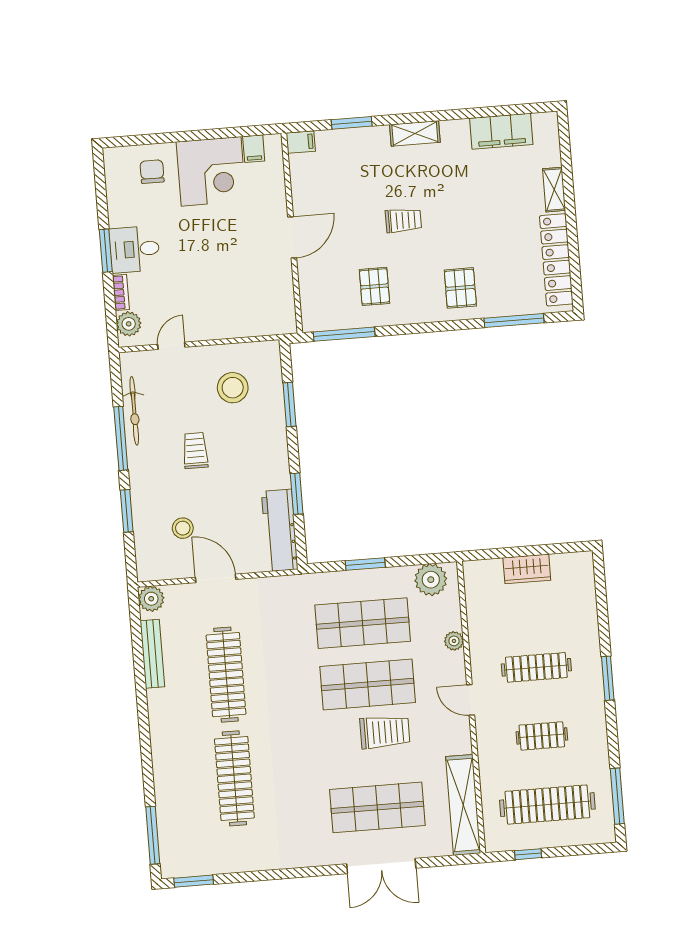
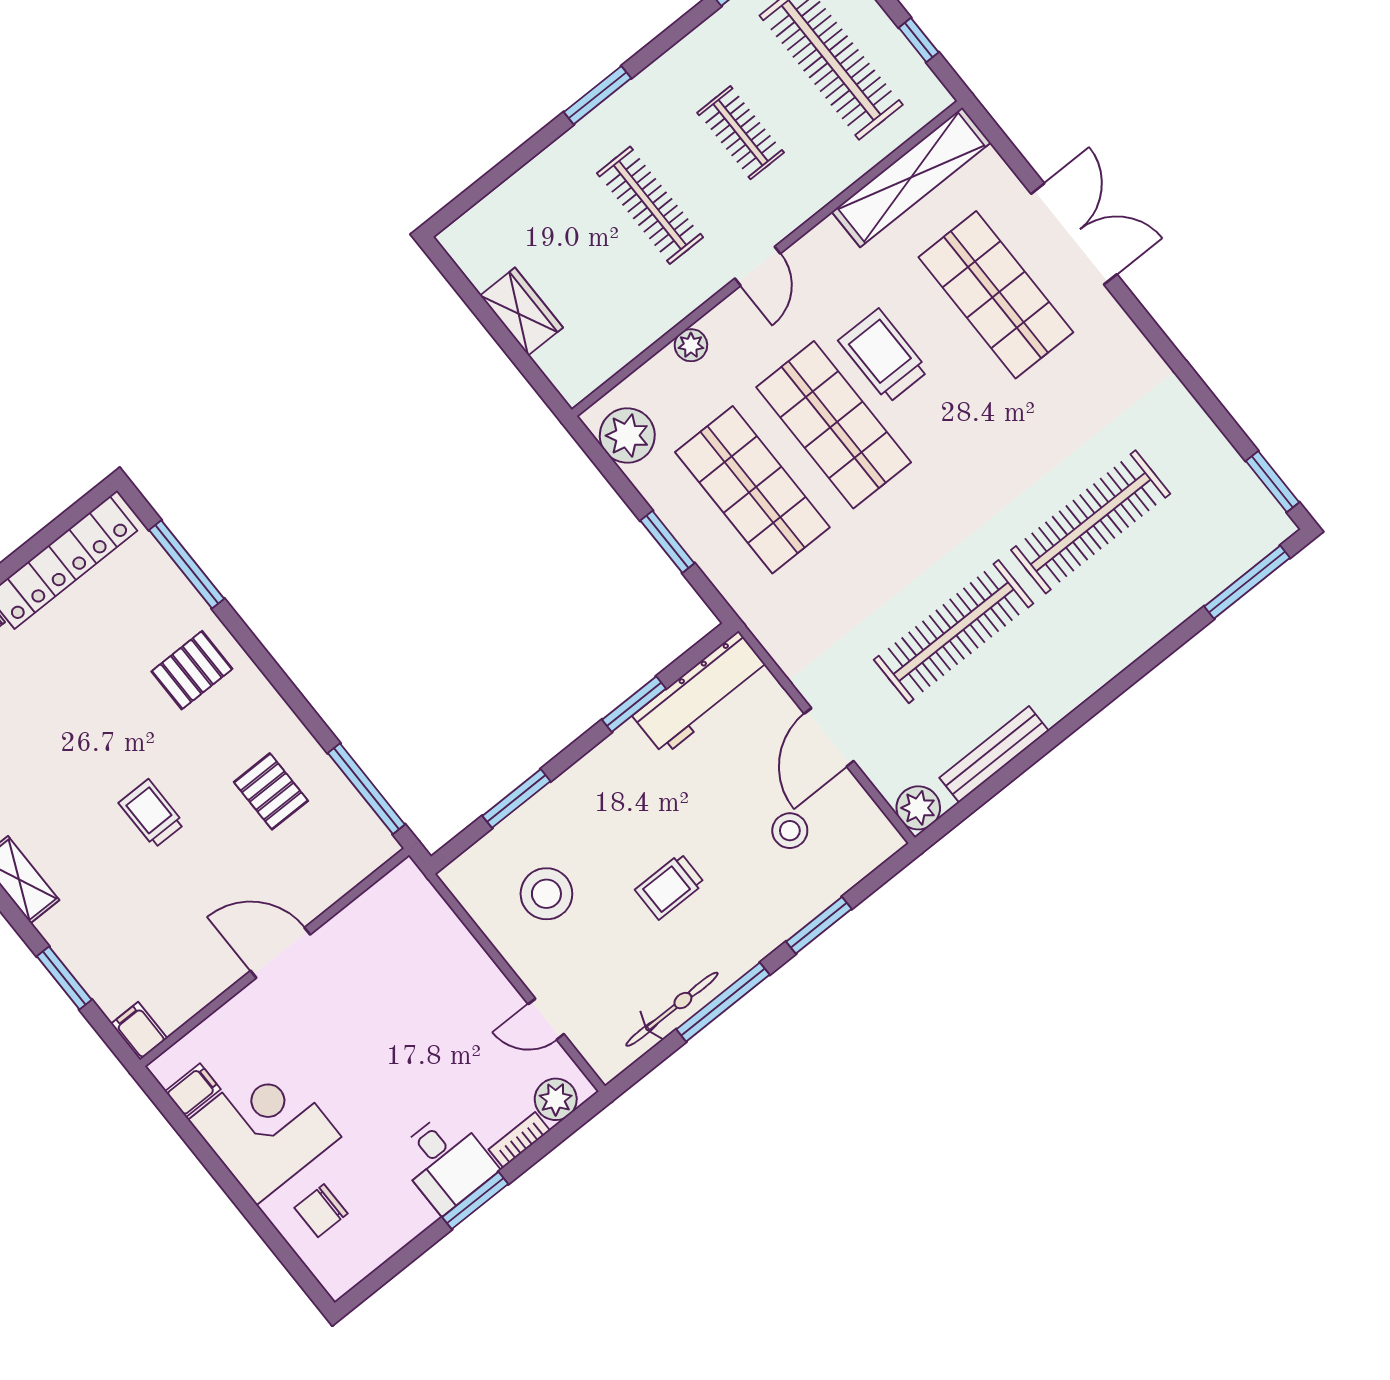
pallet: (374, 286) -> (271, 791), turned 90

